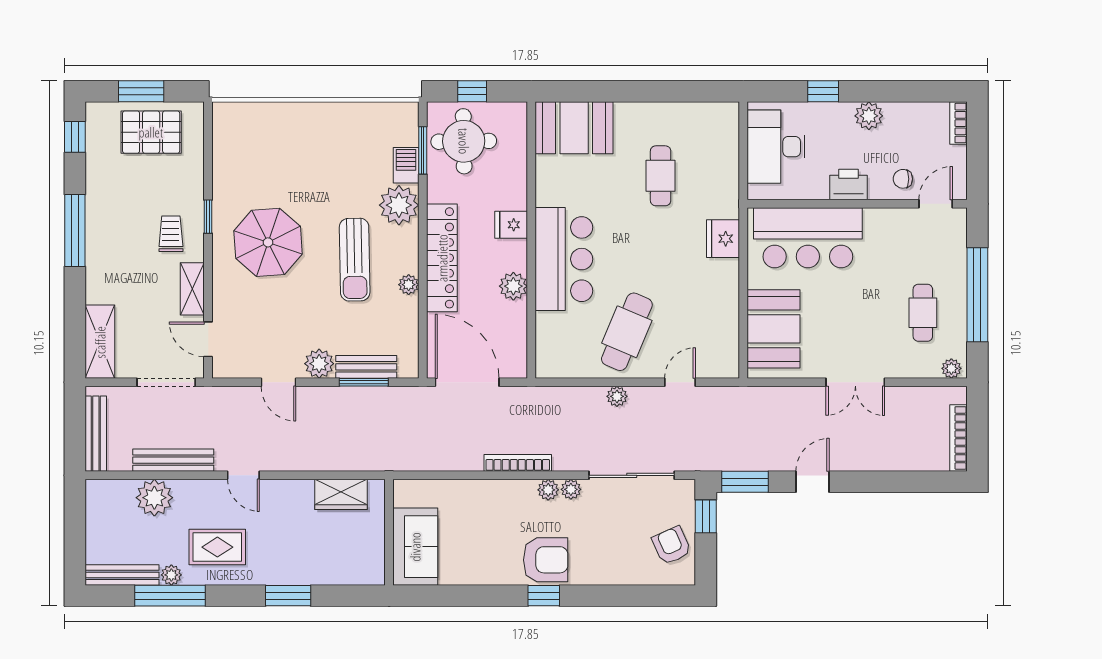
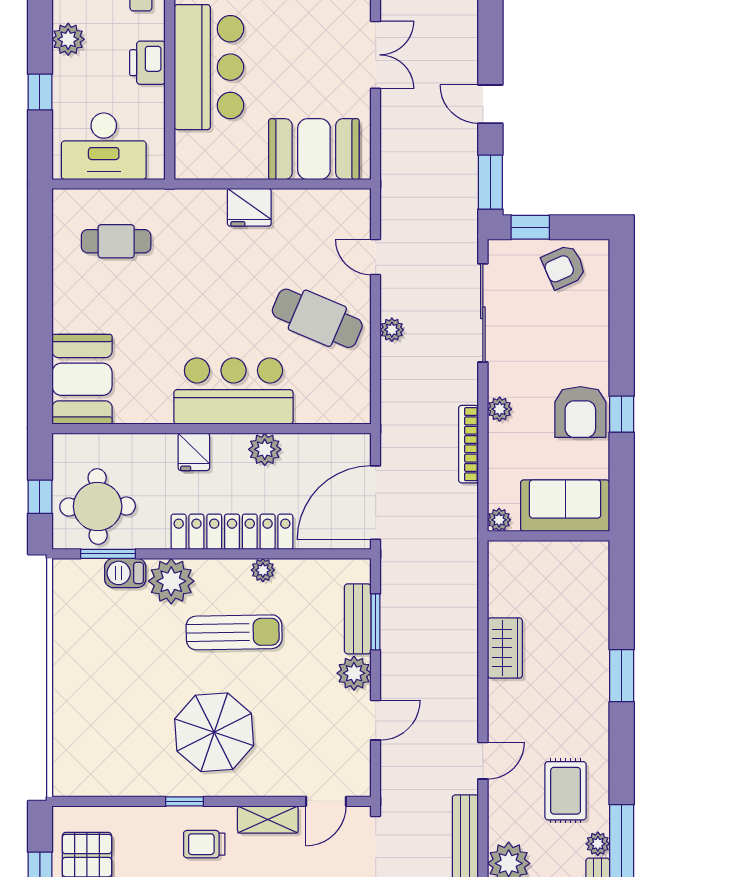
cafe table: (661, 176) -> (116, 241), moved
bar counter: (808, 238) -> (209, 67), moved
fridge: (723, 239) -> (249, 207), moved
plant: (571, 489) -> (499, 520), moved
wall: (389, 532) -> (549, 536), moved
sofa: (415, 547) -> (565, 506), moved
armchair: (546, 560) -> (580, 412), turned 180
window: (288, 596) -> (622, 676), moved

